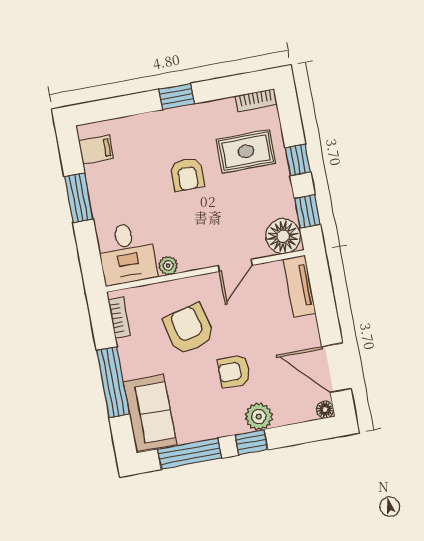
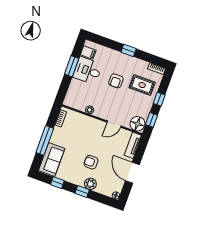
desk: (127, 253) -> (88, 71), moved, turned 90
armchair: (189, 329) -> (84, 137), removed
door: (336, 368) -> (132, 173), moved
window: (190, 454) -> (57, 183), width x0.46

